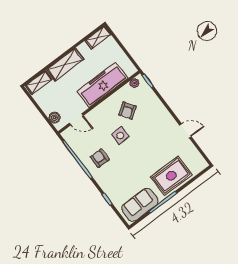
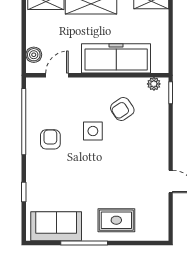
door: (76, 119) -> (57, 75), swing flipped
rug: (171, 176) -> (116, 220), width x0.73, depth x0.70

